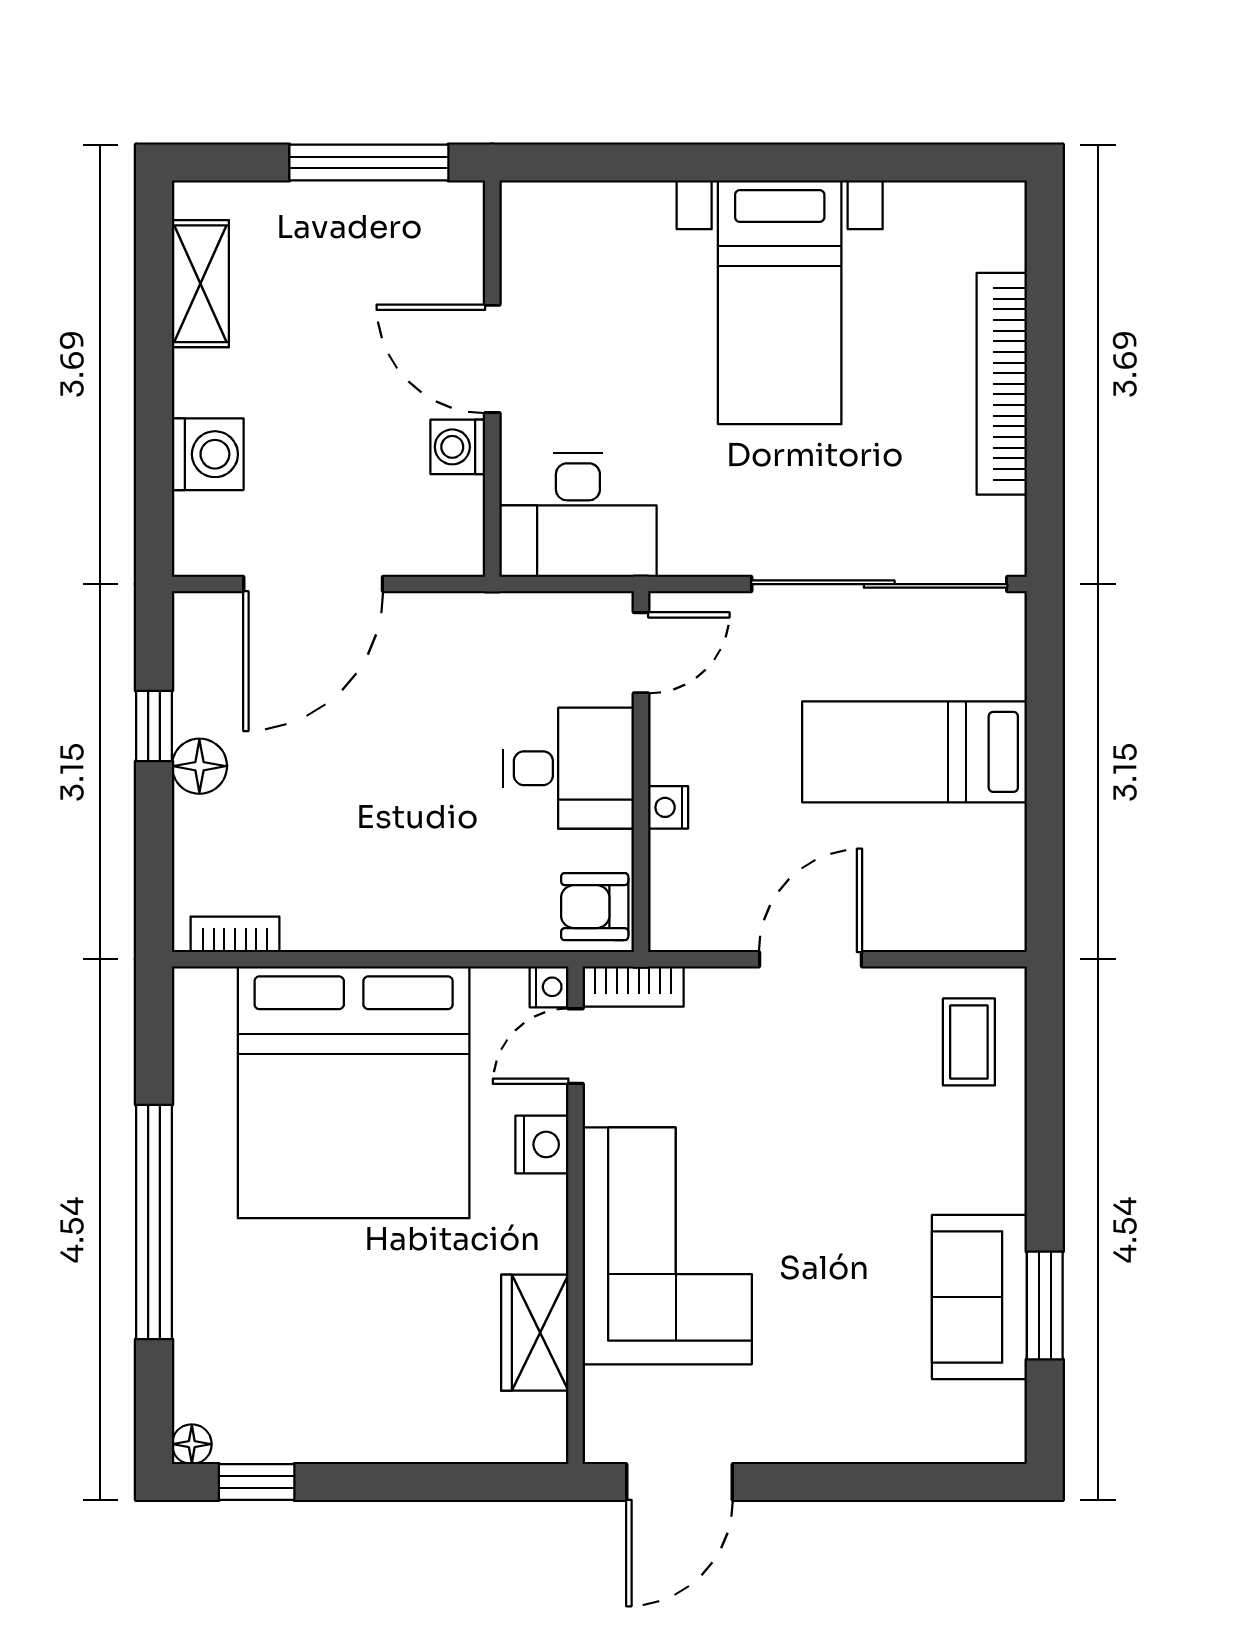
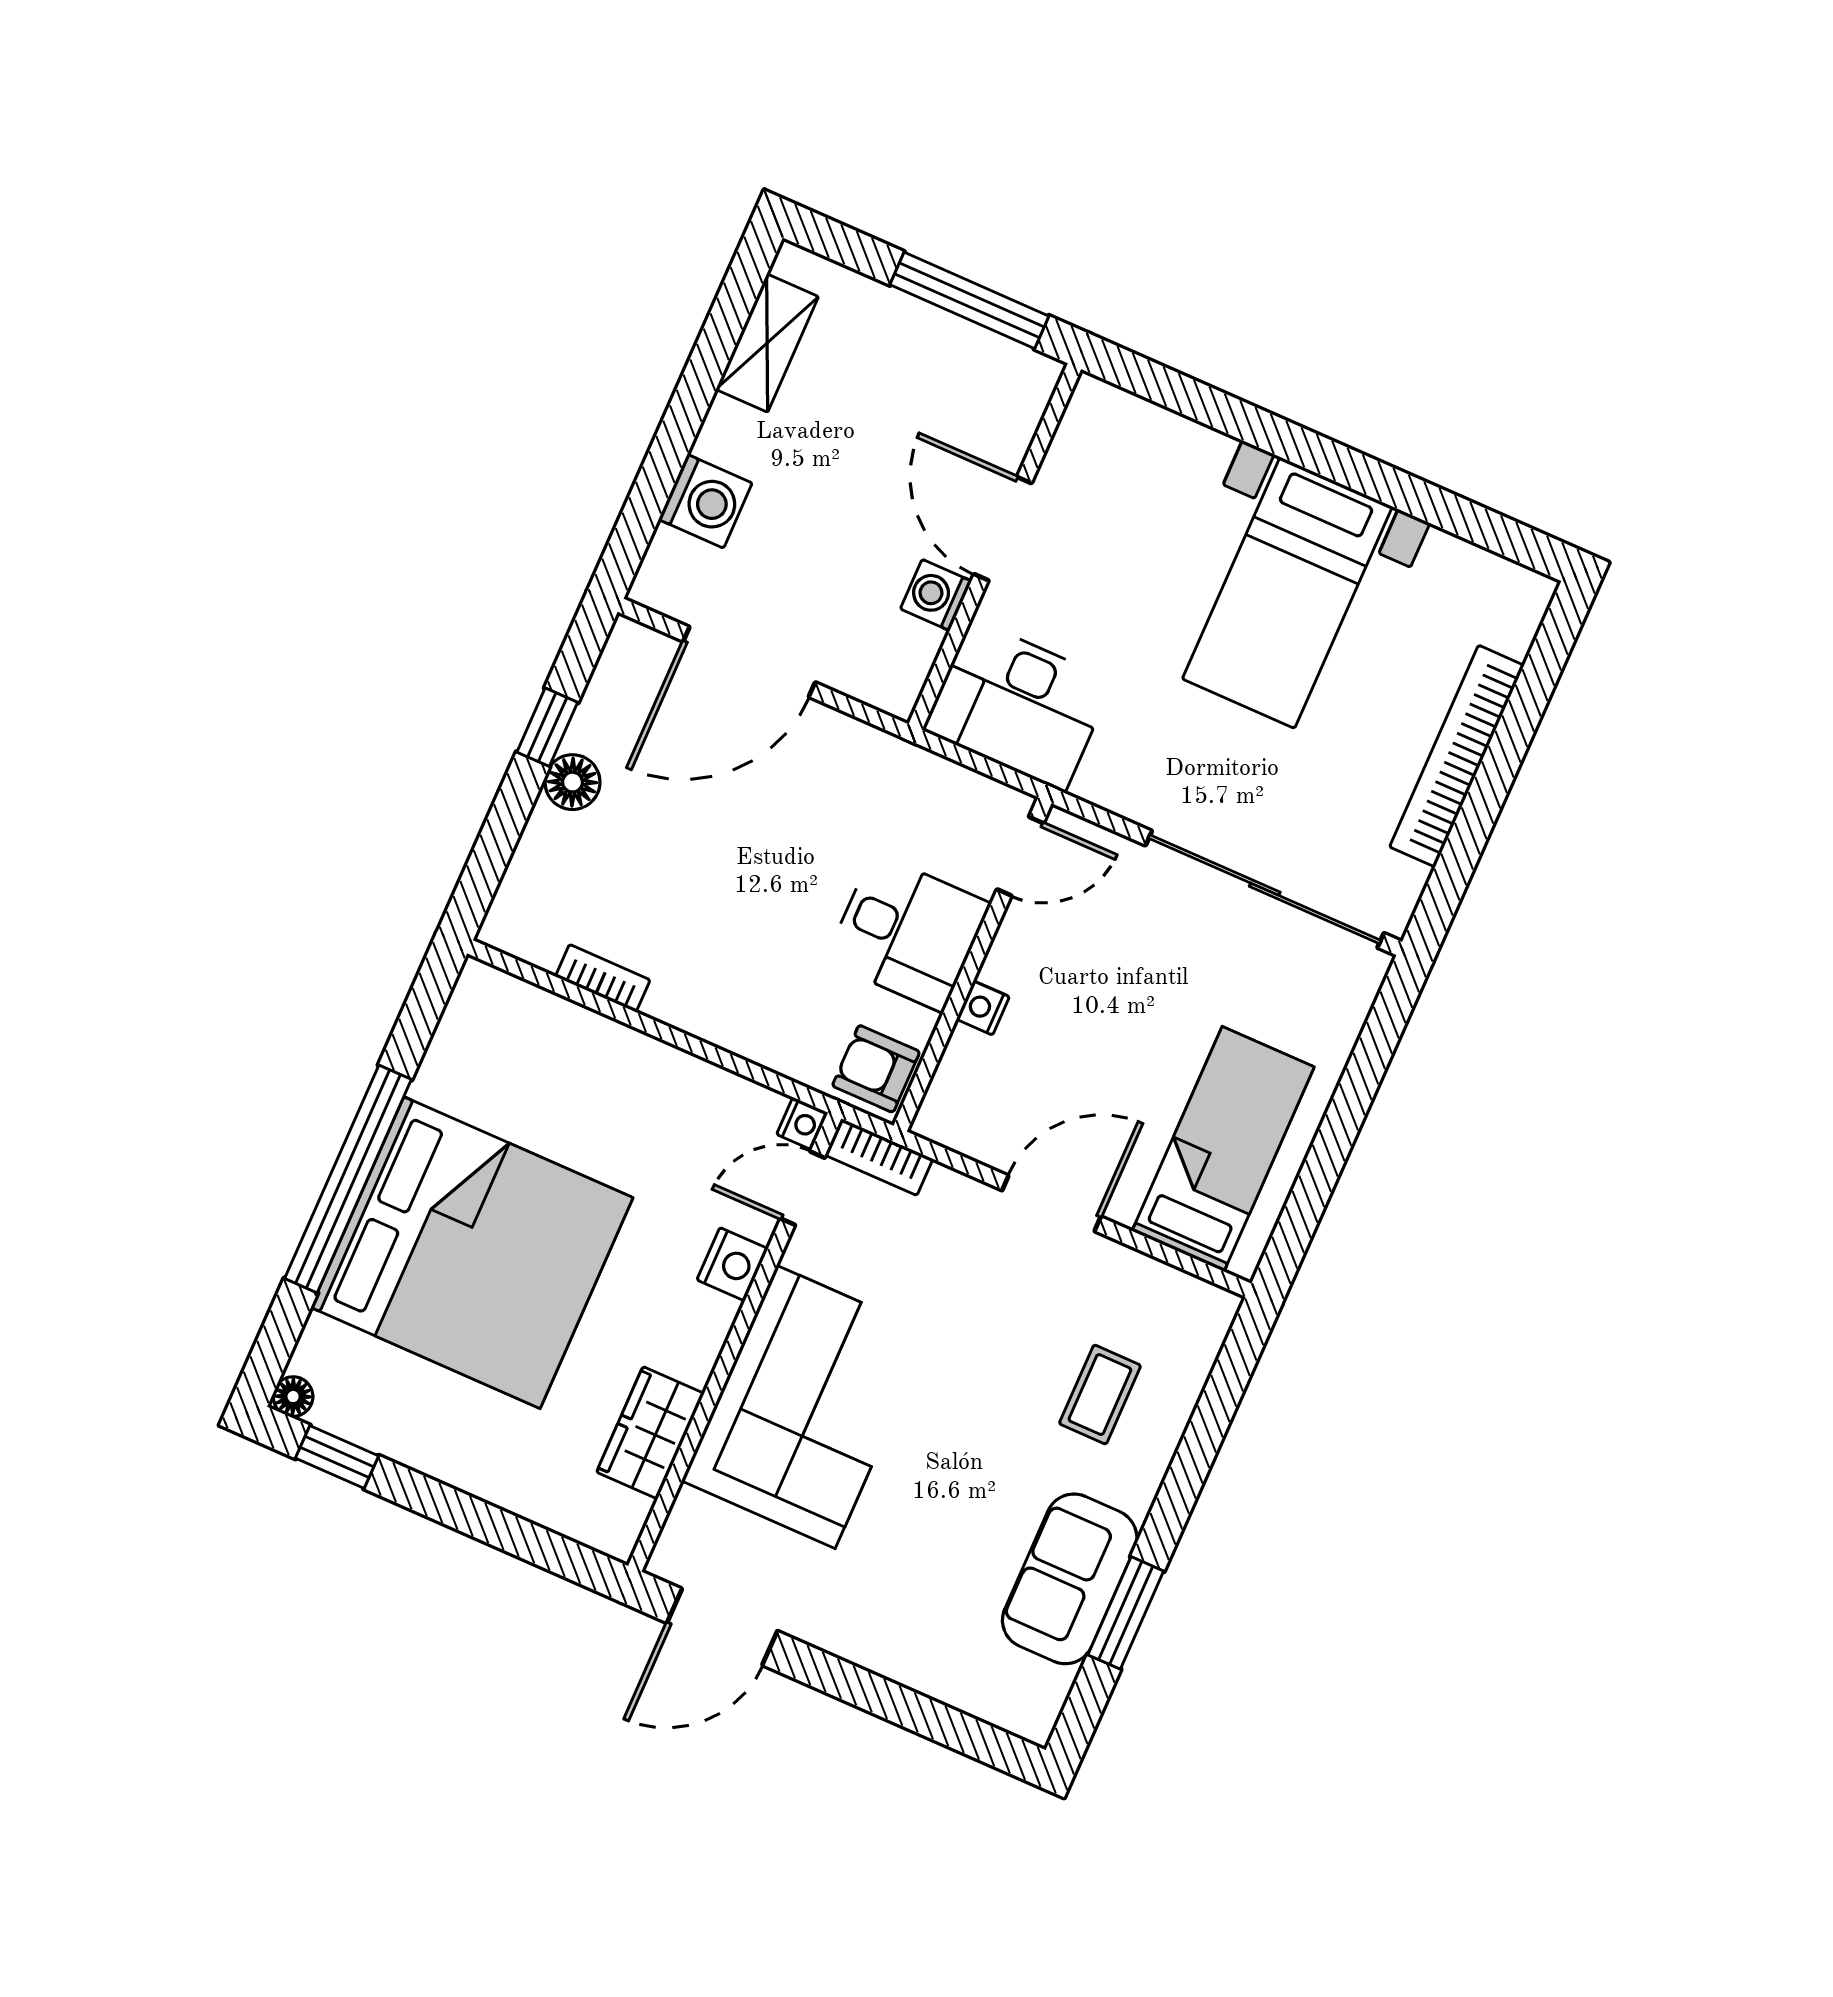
bed: (915, 752) -> (1223, 1149), moved, turned 90
bookcase: (235, 934) -> (603, 978), moved
coffee table: (969, 1042) -> (1100, 1395), moved
bed: (354, 1092) -> (472, 1253), moved, turned -90

